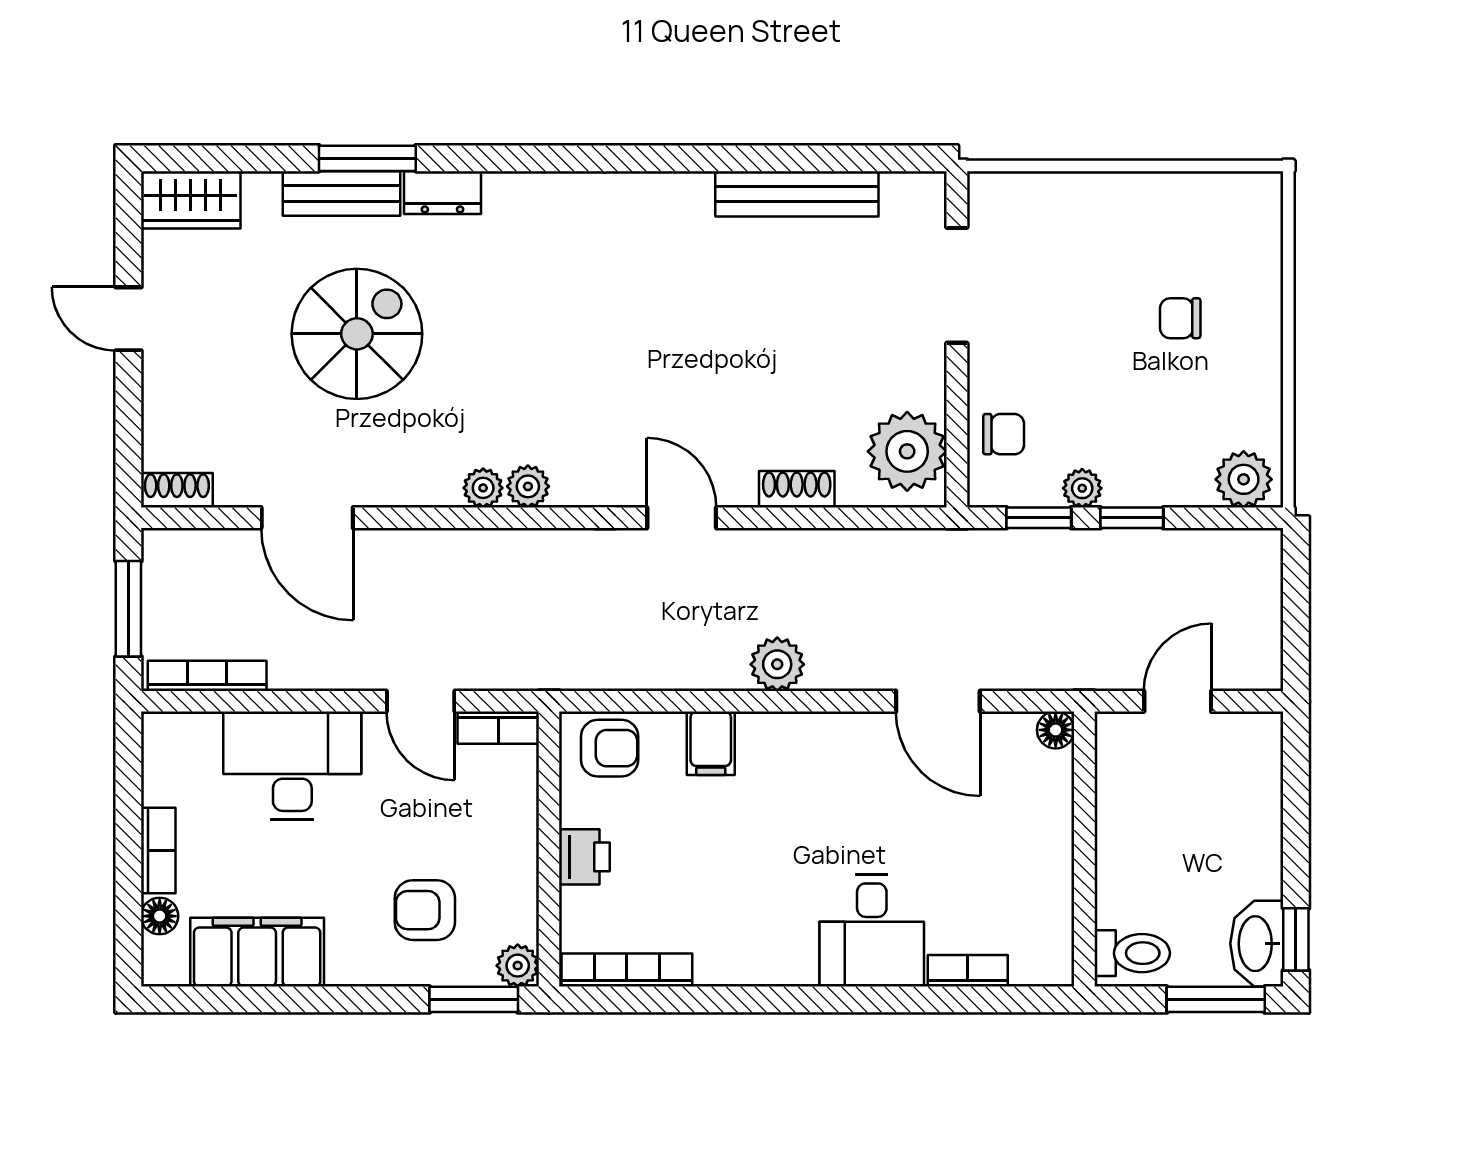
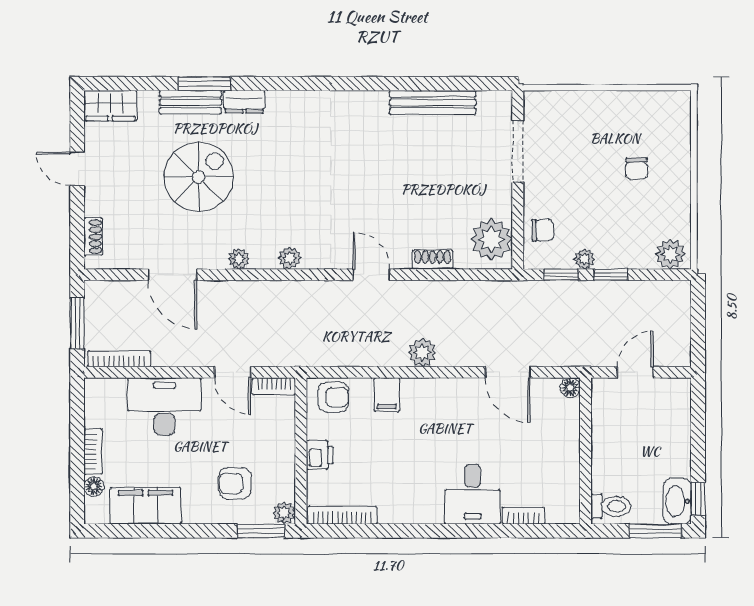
chair: (1180, 318) -> (637, 169), turned -90
plant: (483, 488) -> (239, 259), moved
shoe rack: (177, 490) -> (93, 237), moved, turned 90

